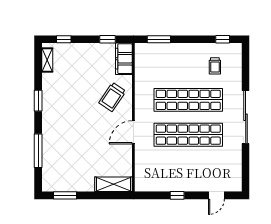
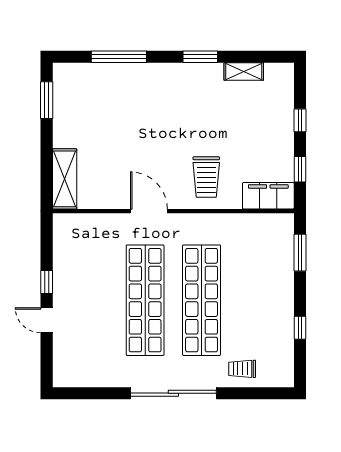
window: (64, 39) -> (300, 120), moved
window: (223, 39) -> (300, 328), moved
shelving: (47, 60) -> (244, 71), moved
trolley: (215, 66) -> (242, 369), moved
trolley: (112, 97) -> (206, 177), turned -124
door: (216, 195) -> (47, 320), moved

